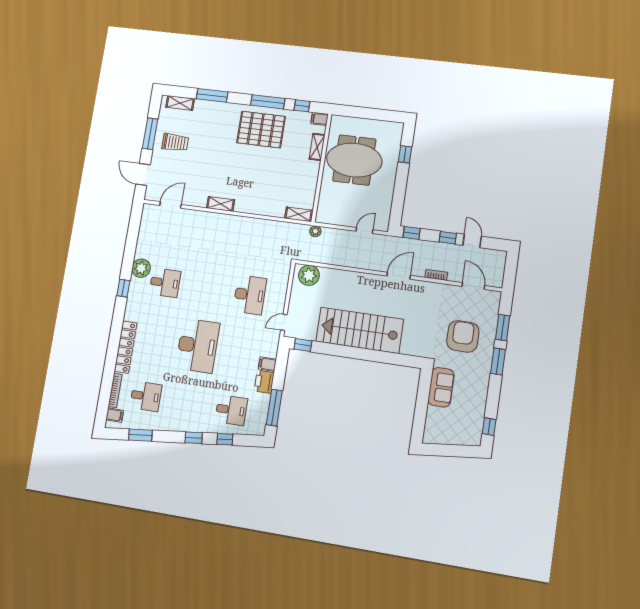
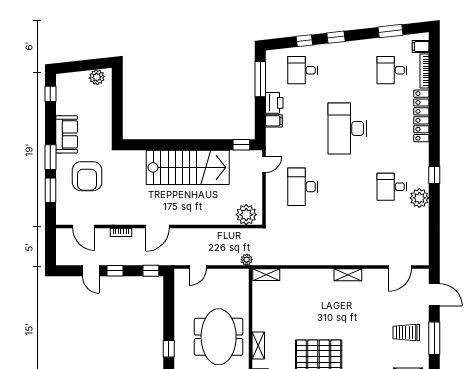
meeting table: (354, 160) -> (219, 337), turned 90
sofa: (441, 387) -> (67, 134), moved, turned 180
plant: (438, 436) -> (97, 77), added

